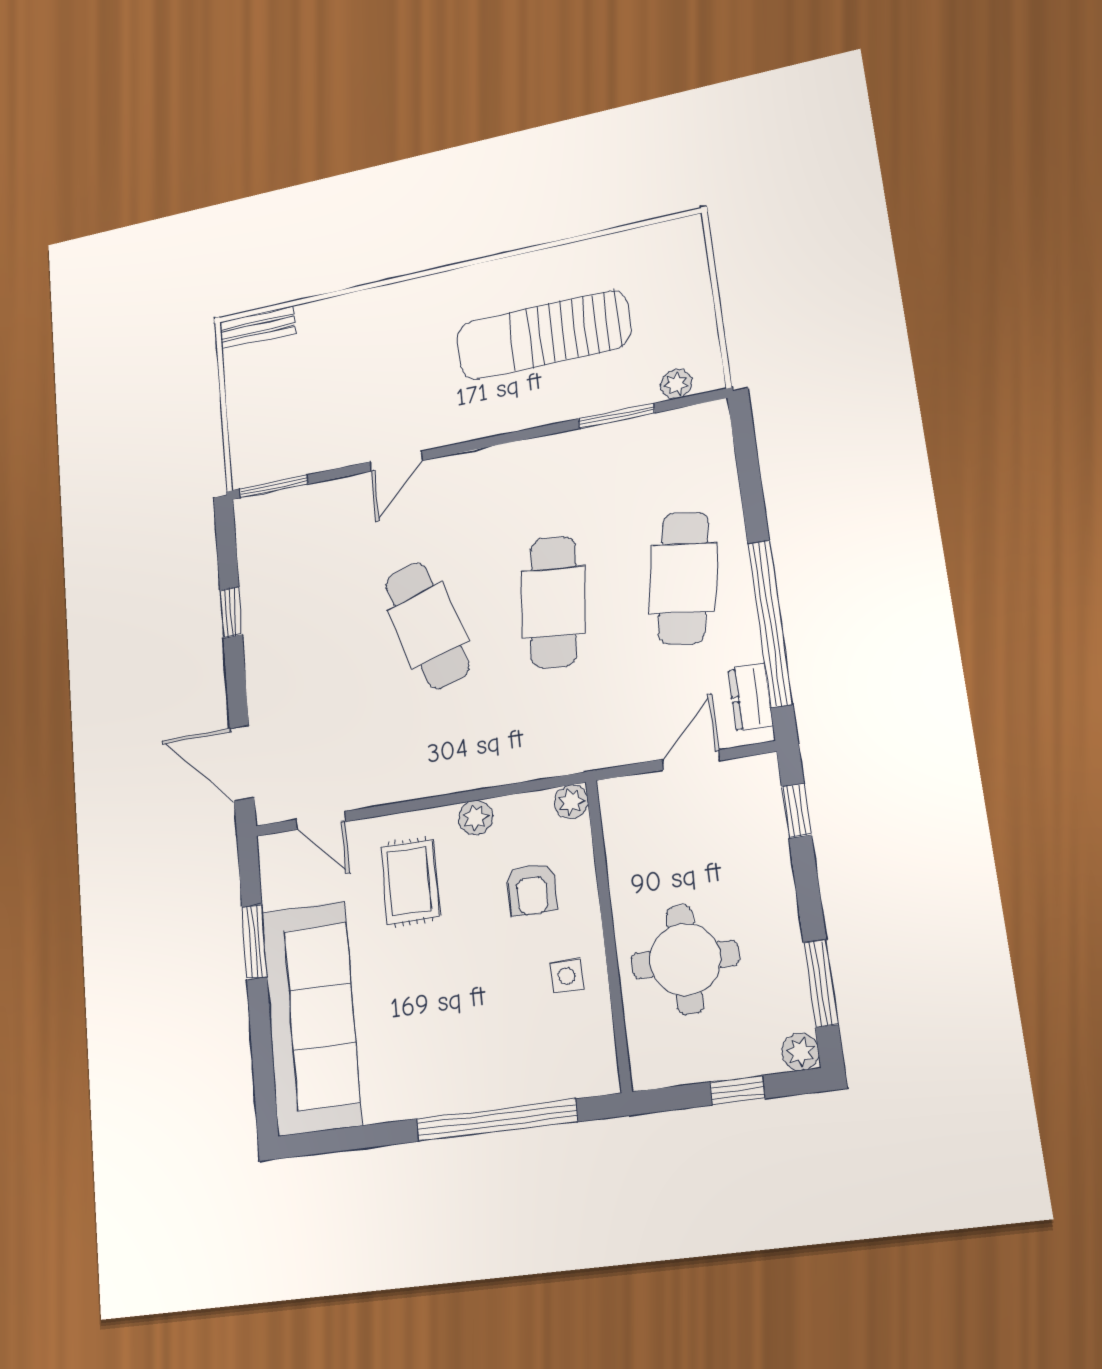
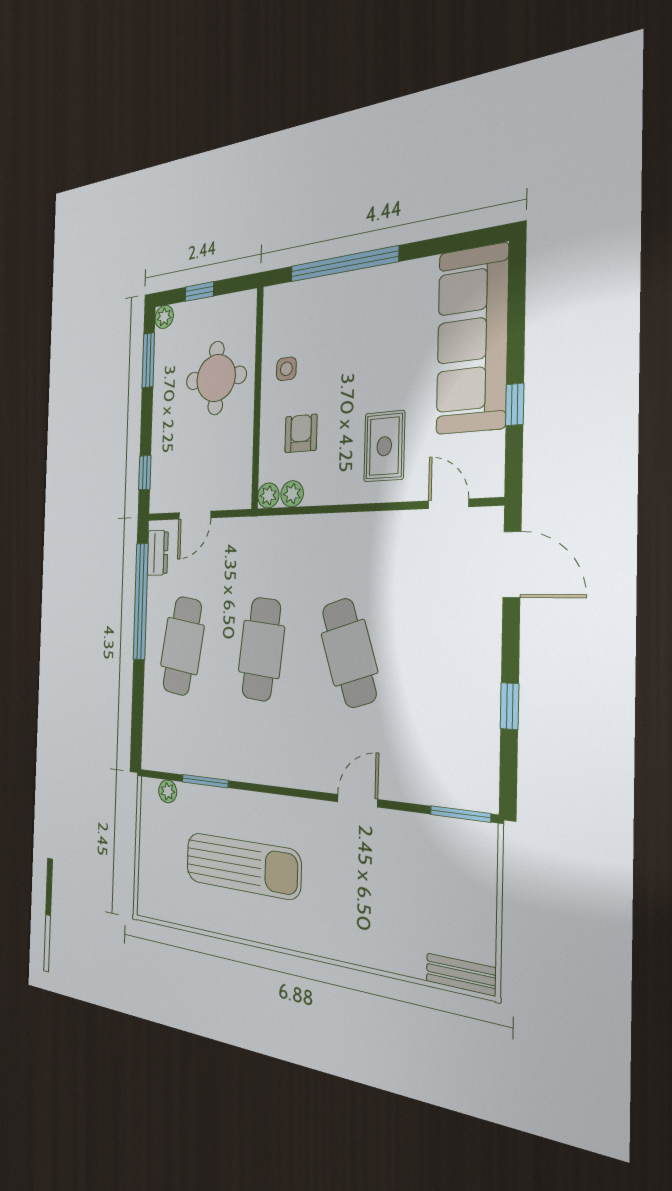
plant: (476, 818) -> (292, 494), moved
window: (254, 942) -> (515, 404), width x0.67

